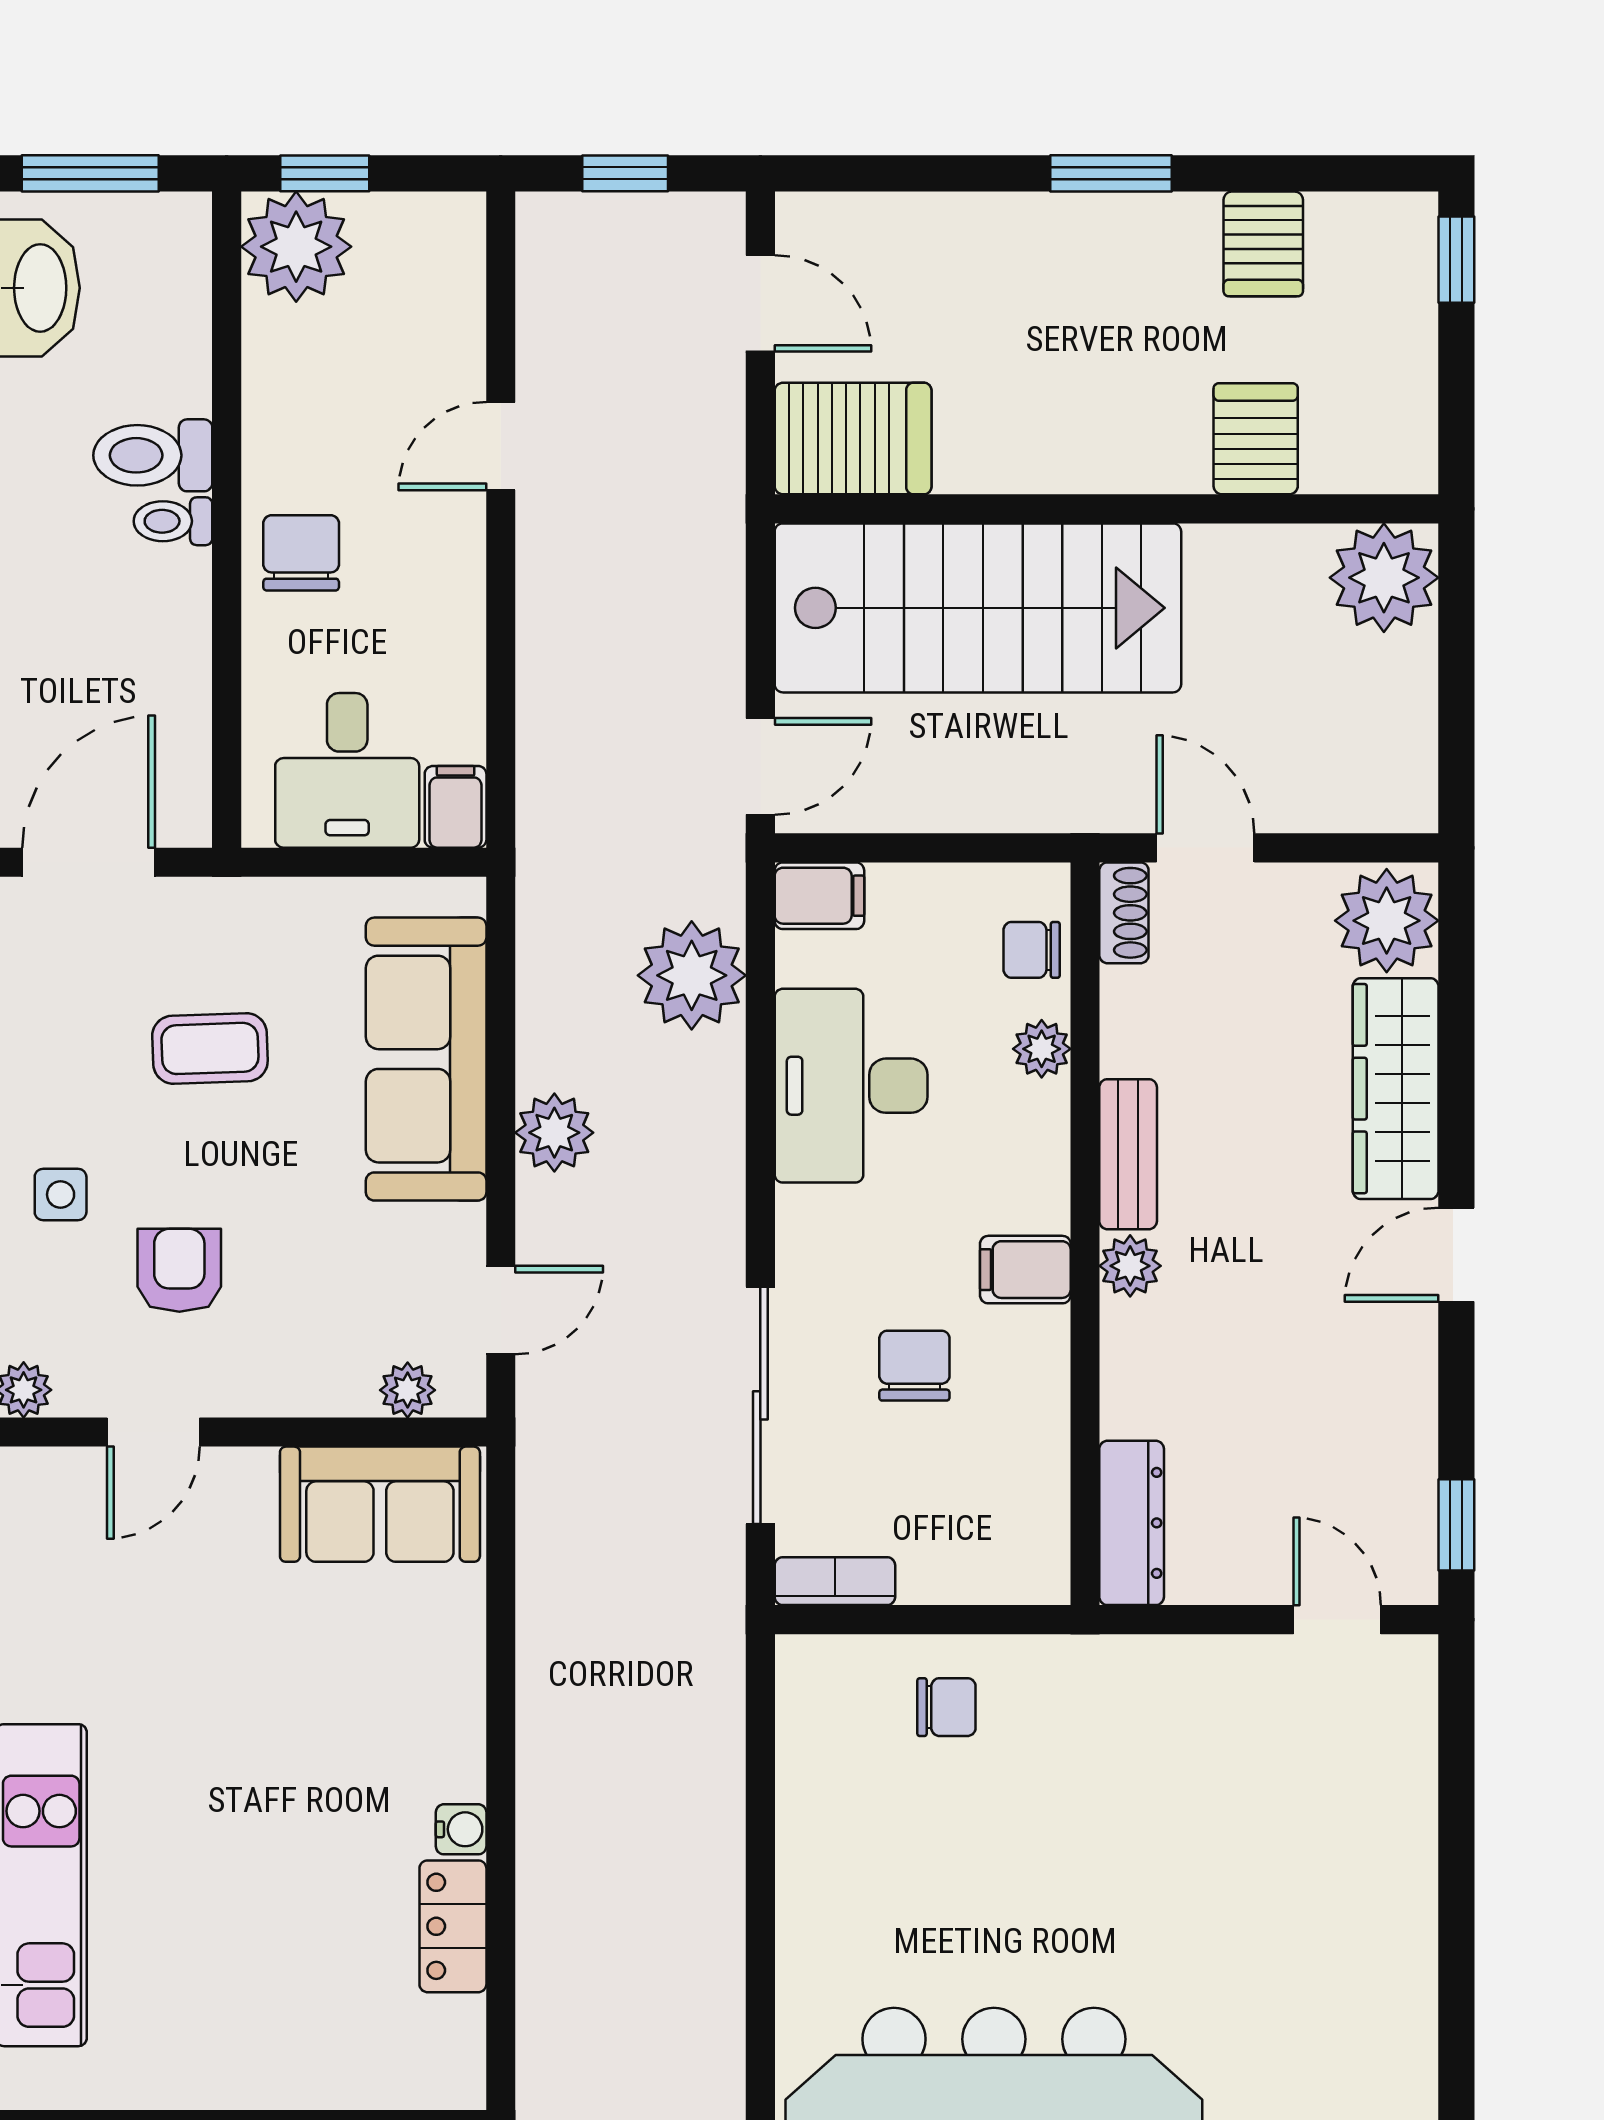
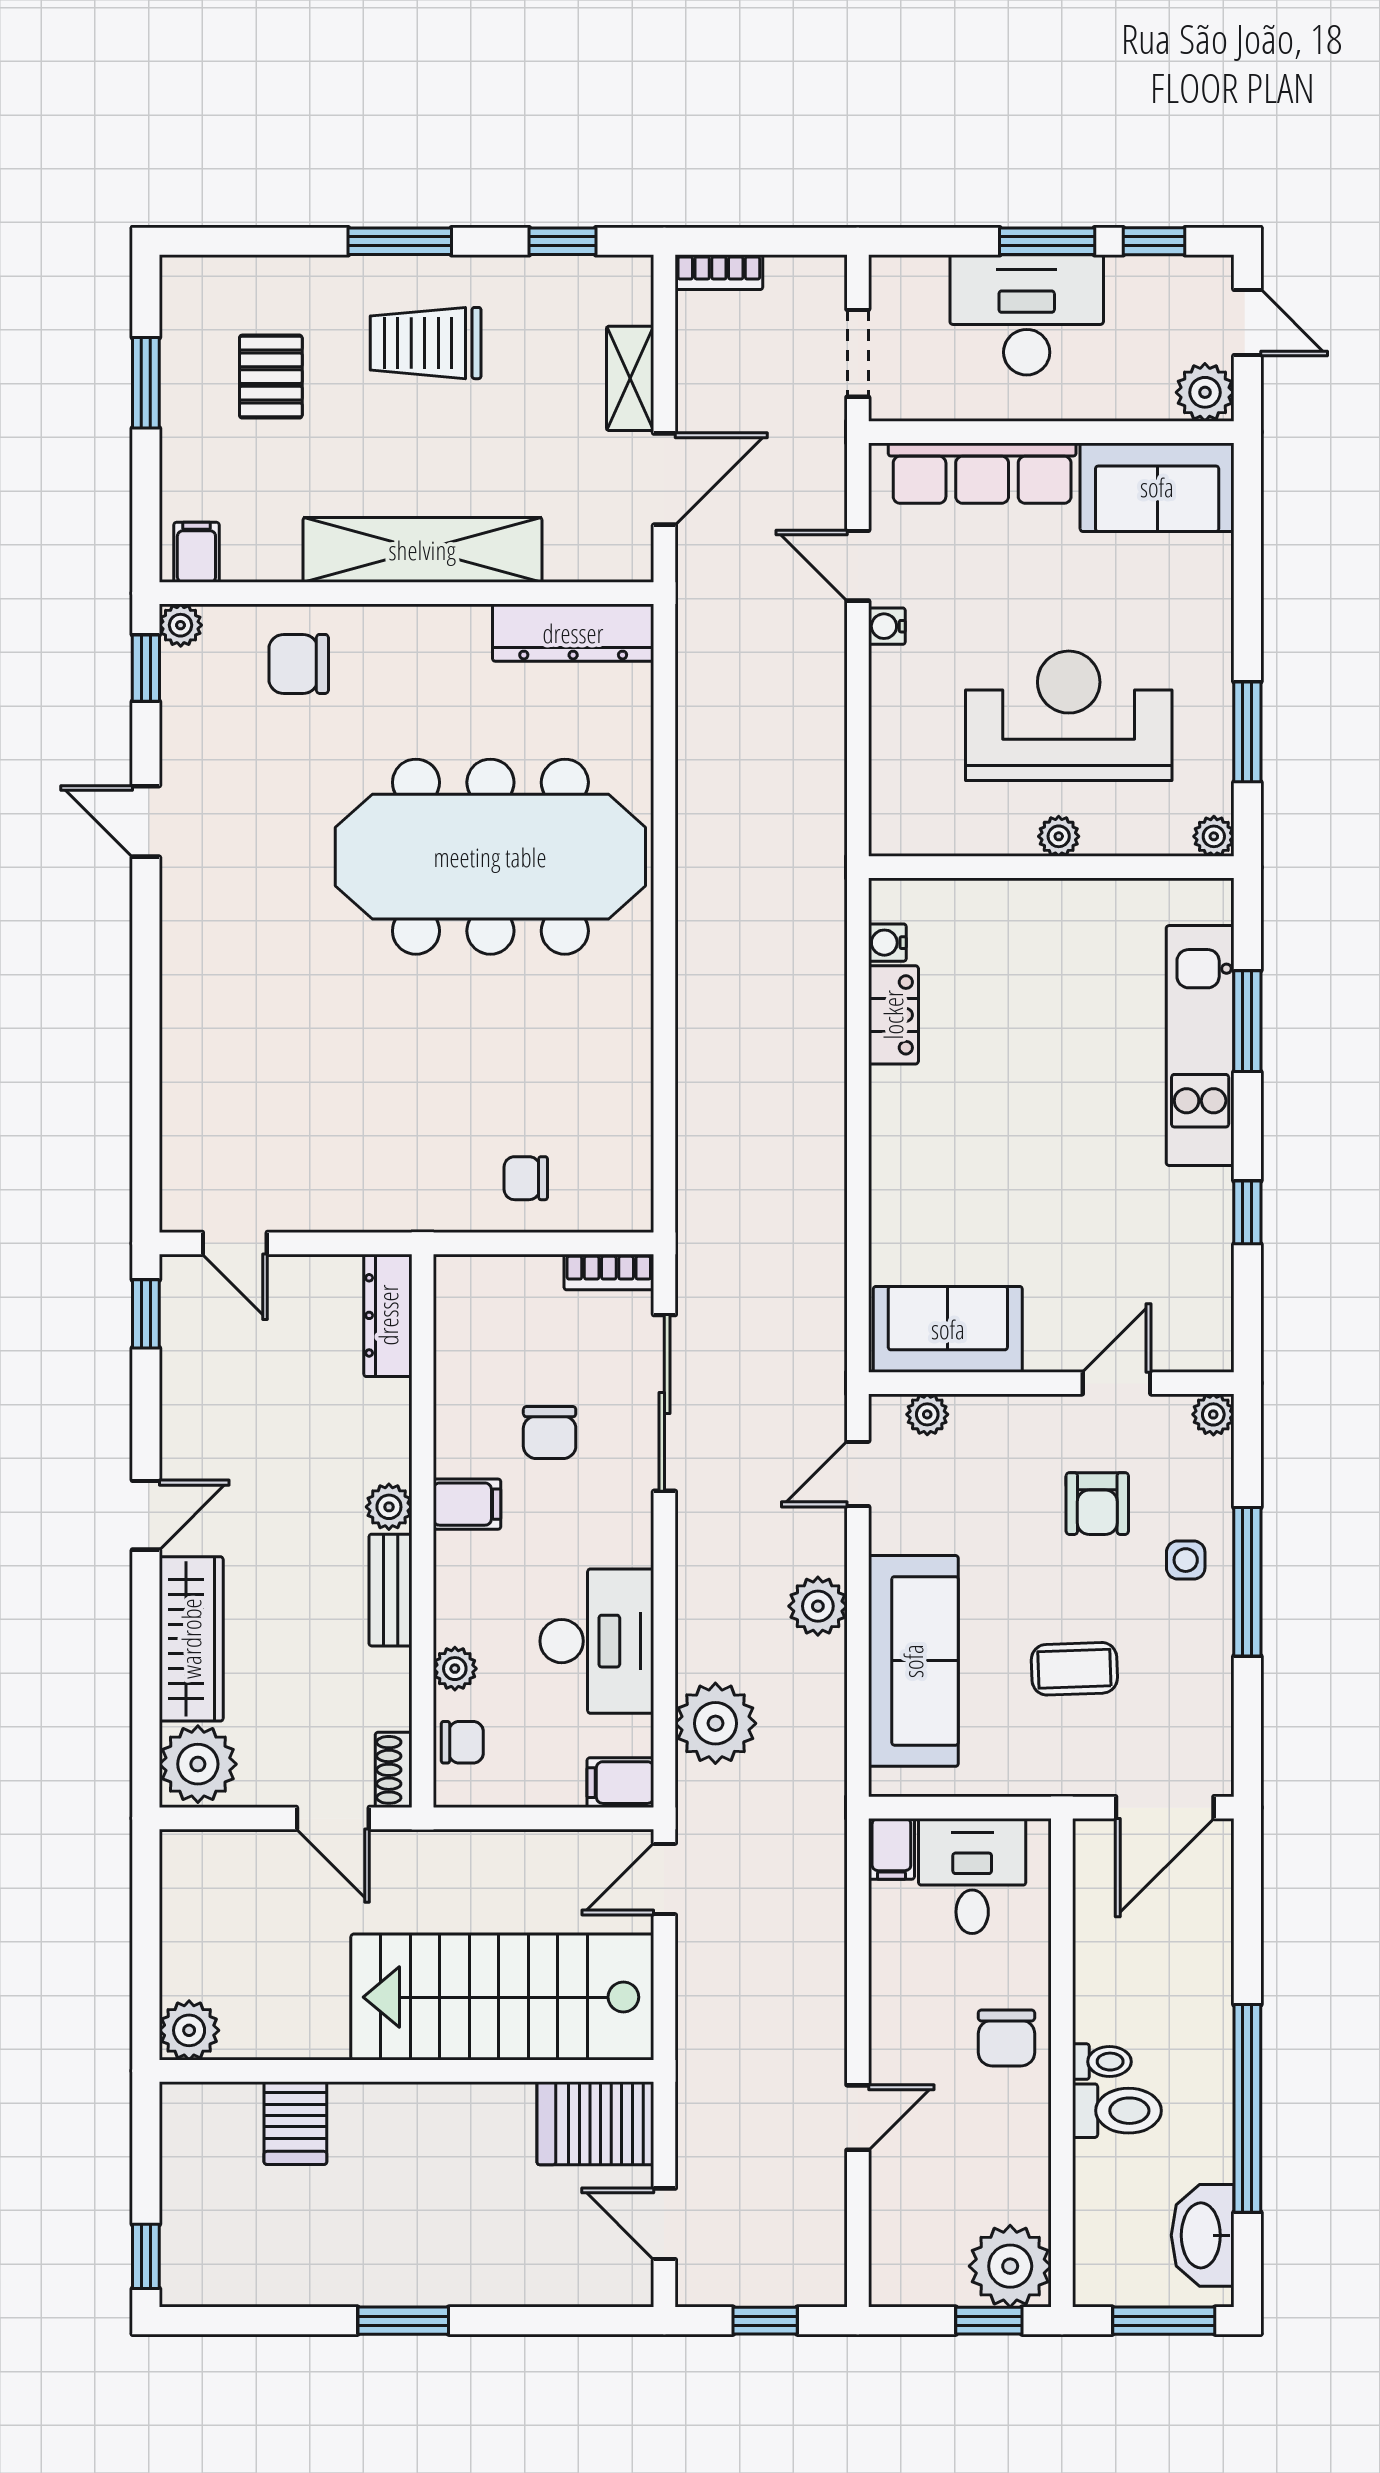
server rack: (1263, 244) -> (290, 2268), removed
plant: (1384, 578) -> (189, 2030), width x0.73, depth x0.73
water cooler: (461, 1829) -> (887, 943), moved

